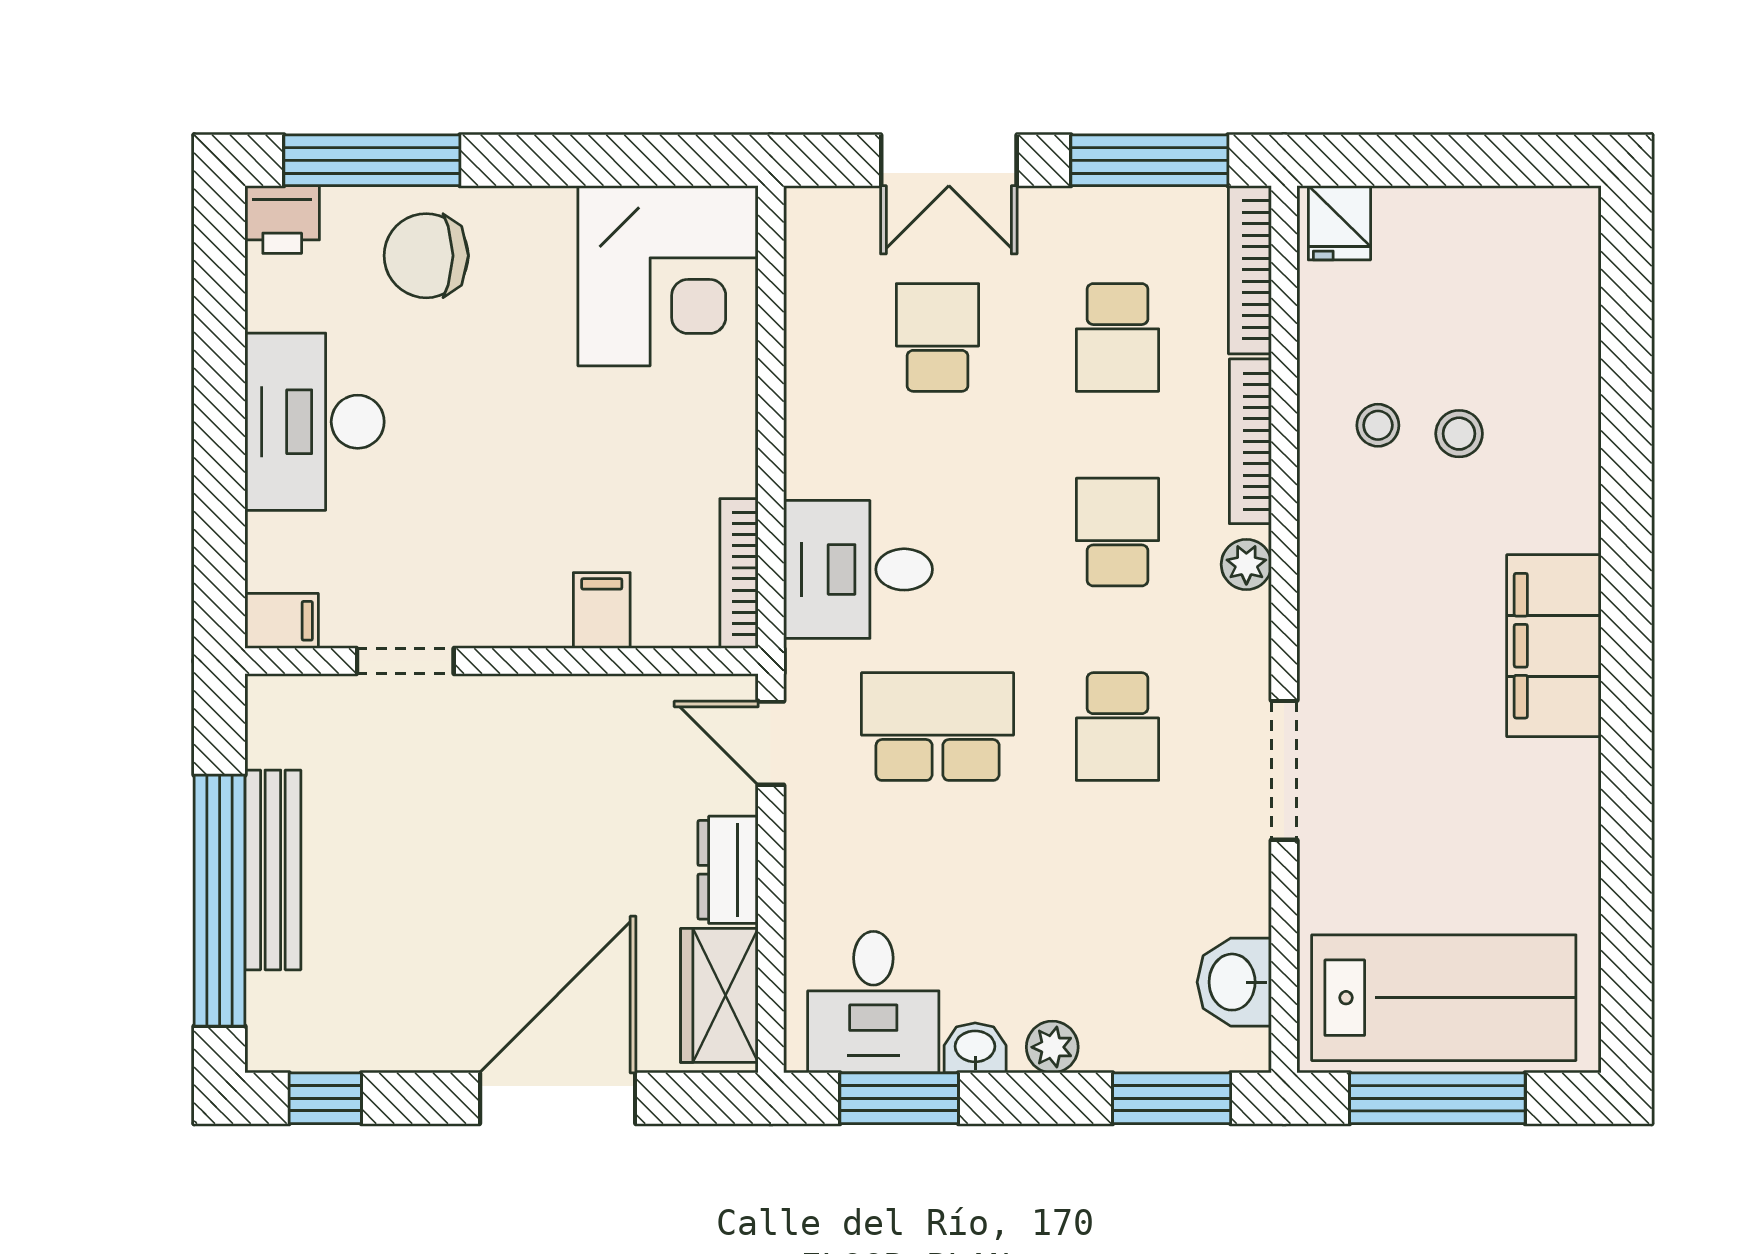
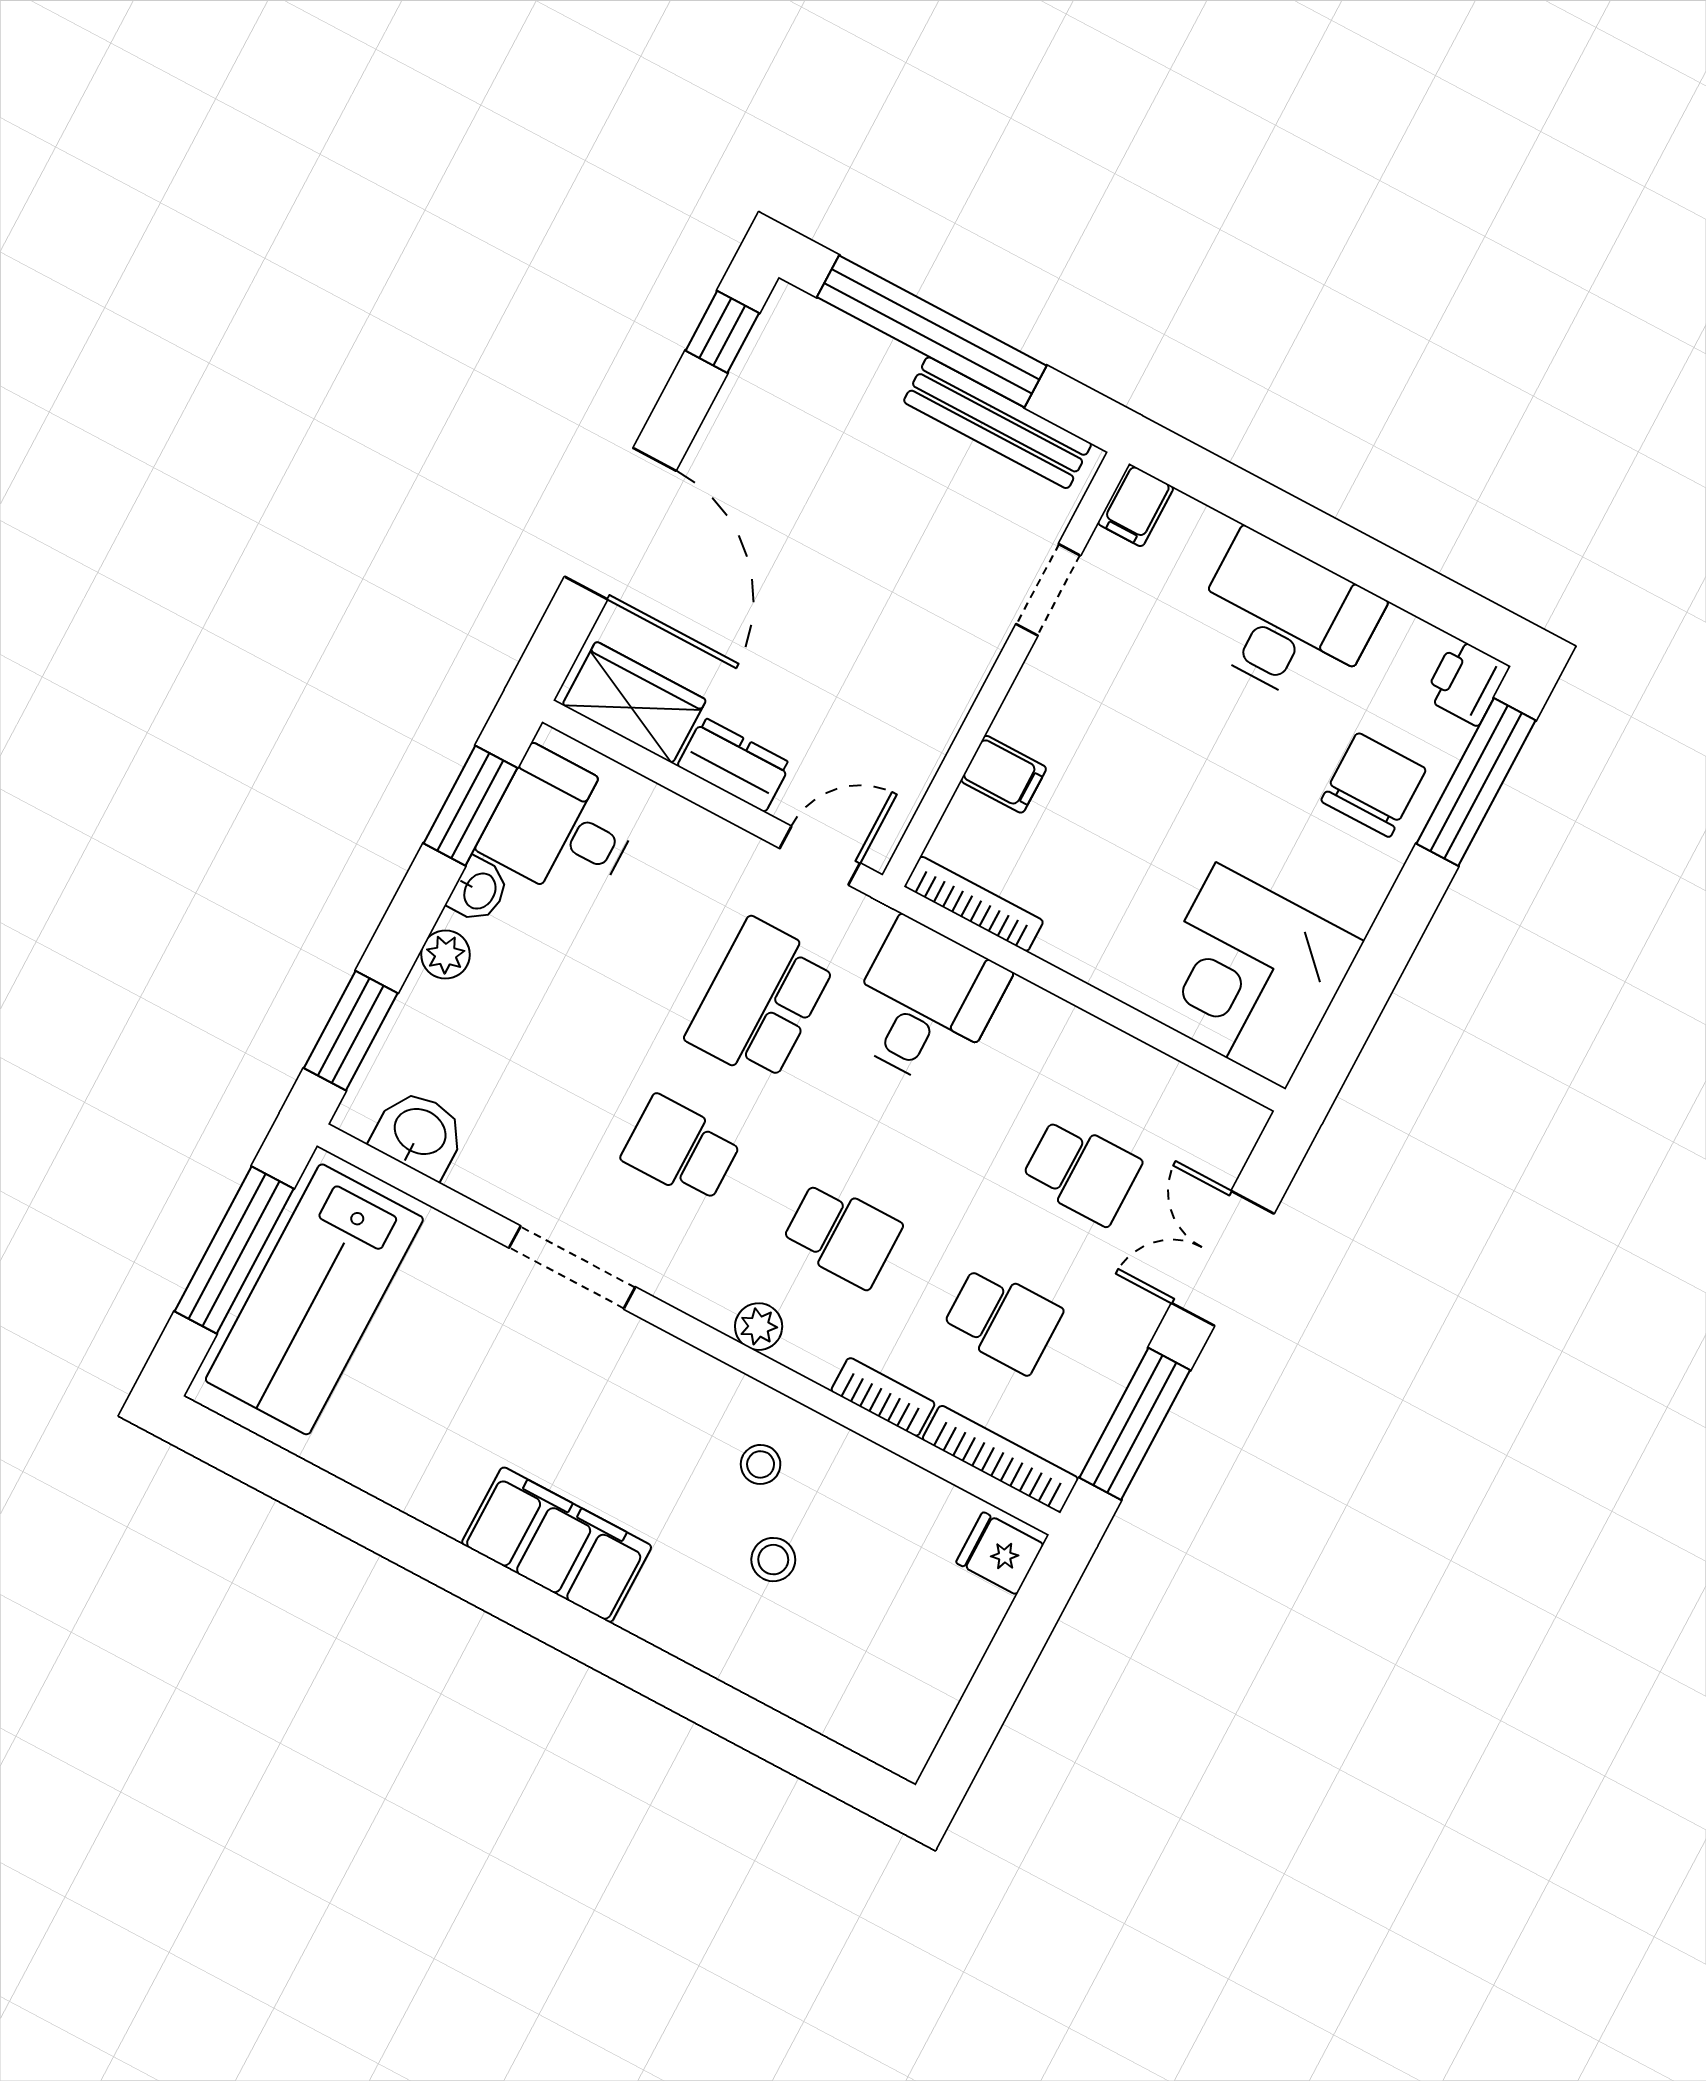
school desk: (1118, 337) -> (1003, 1320), turned 180
stool: (1378, 425) -> (761, 1464), moved
bookcase: (1250, 441) -> (883, 1397), width x0.64
school desk: (938, 727) -> (760, 1000), turned 180
bench: (273, 870) -> (998, 423), moved

